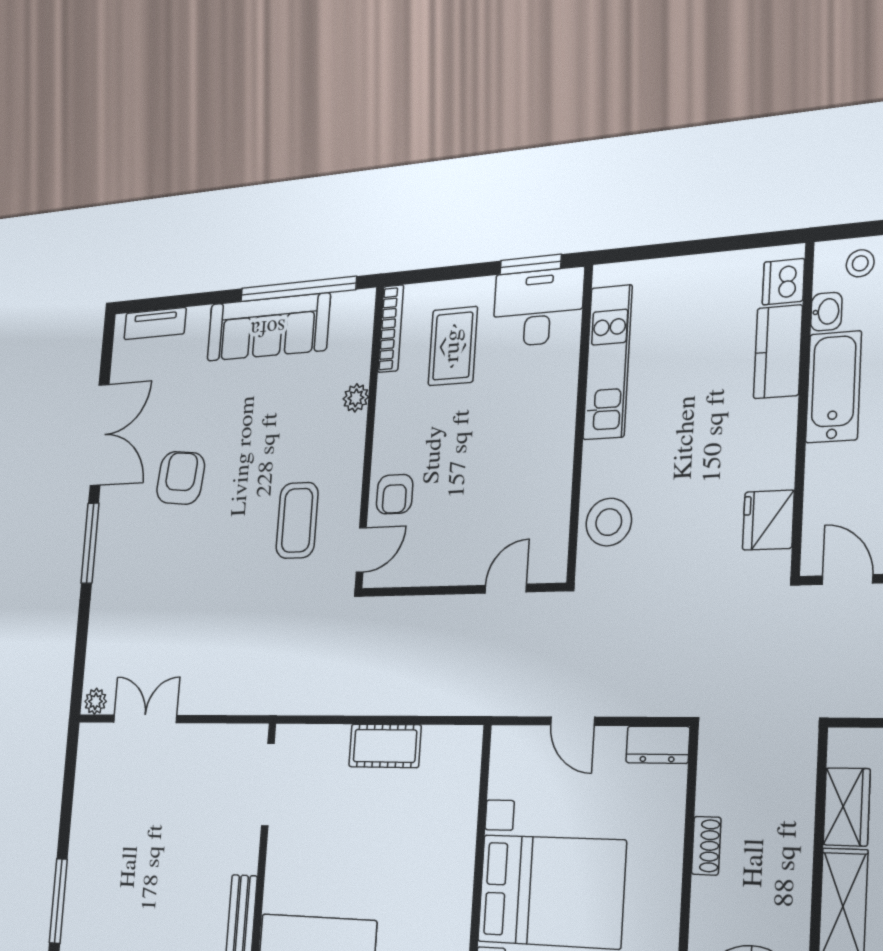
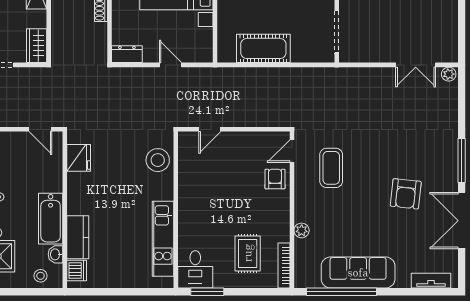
desk: (538, 307) -> (195, 269), width x0.73
cot: (385, 746) -> (263, 48), width x1.37, depth x1.34
wardrobe: (847, 807) -> (37, 46), moved

